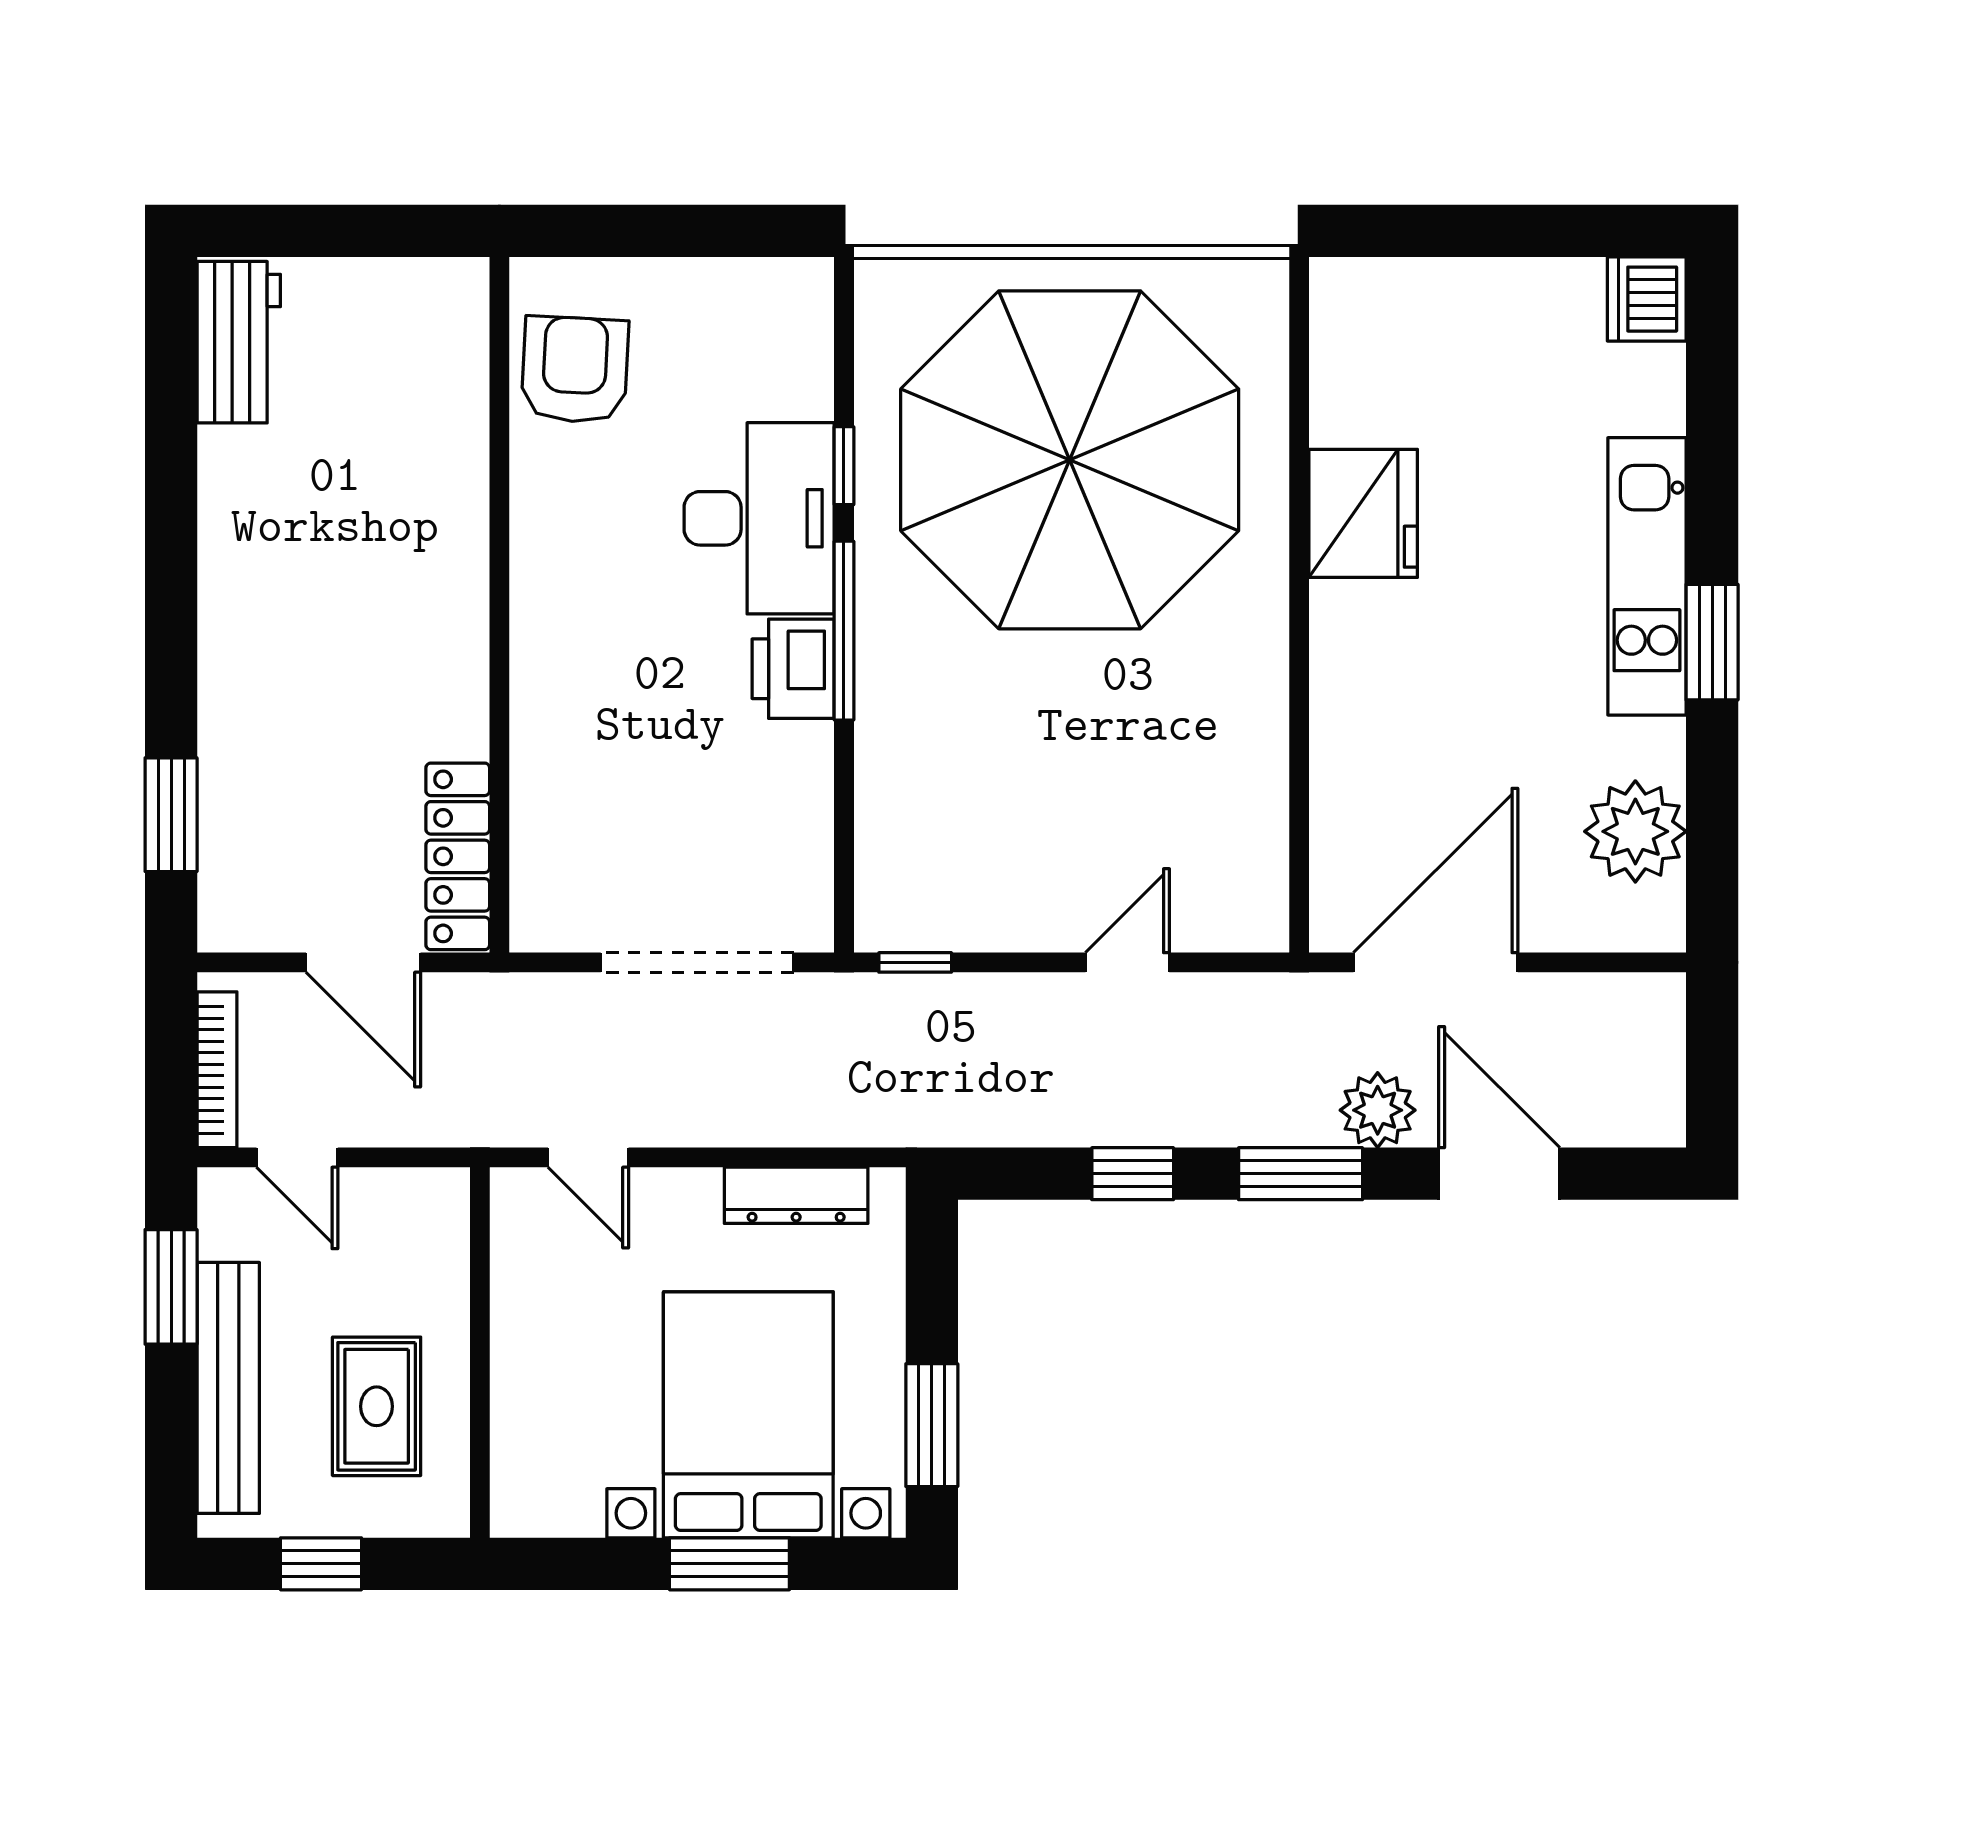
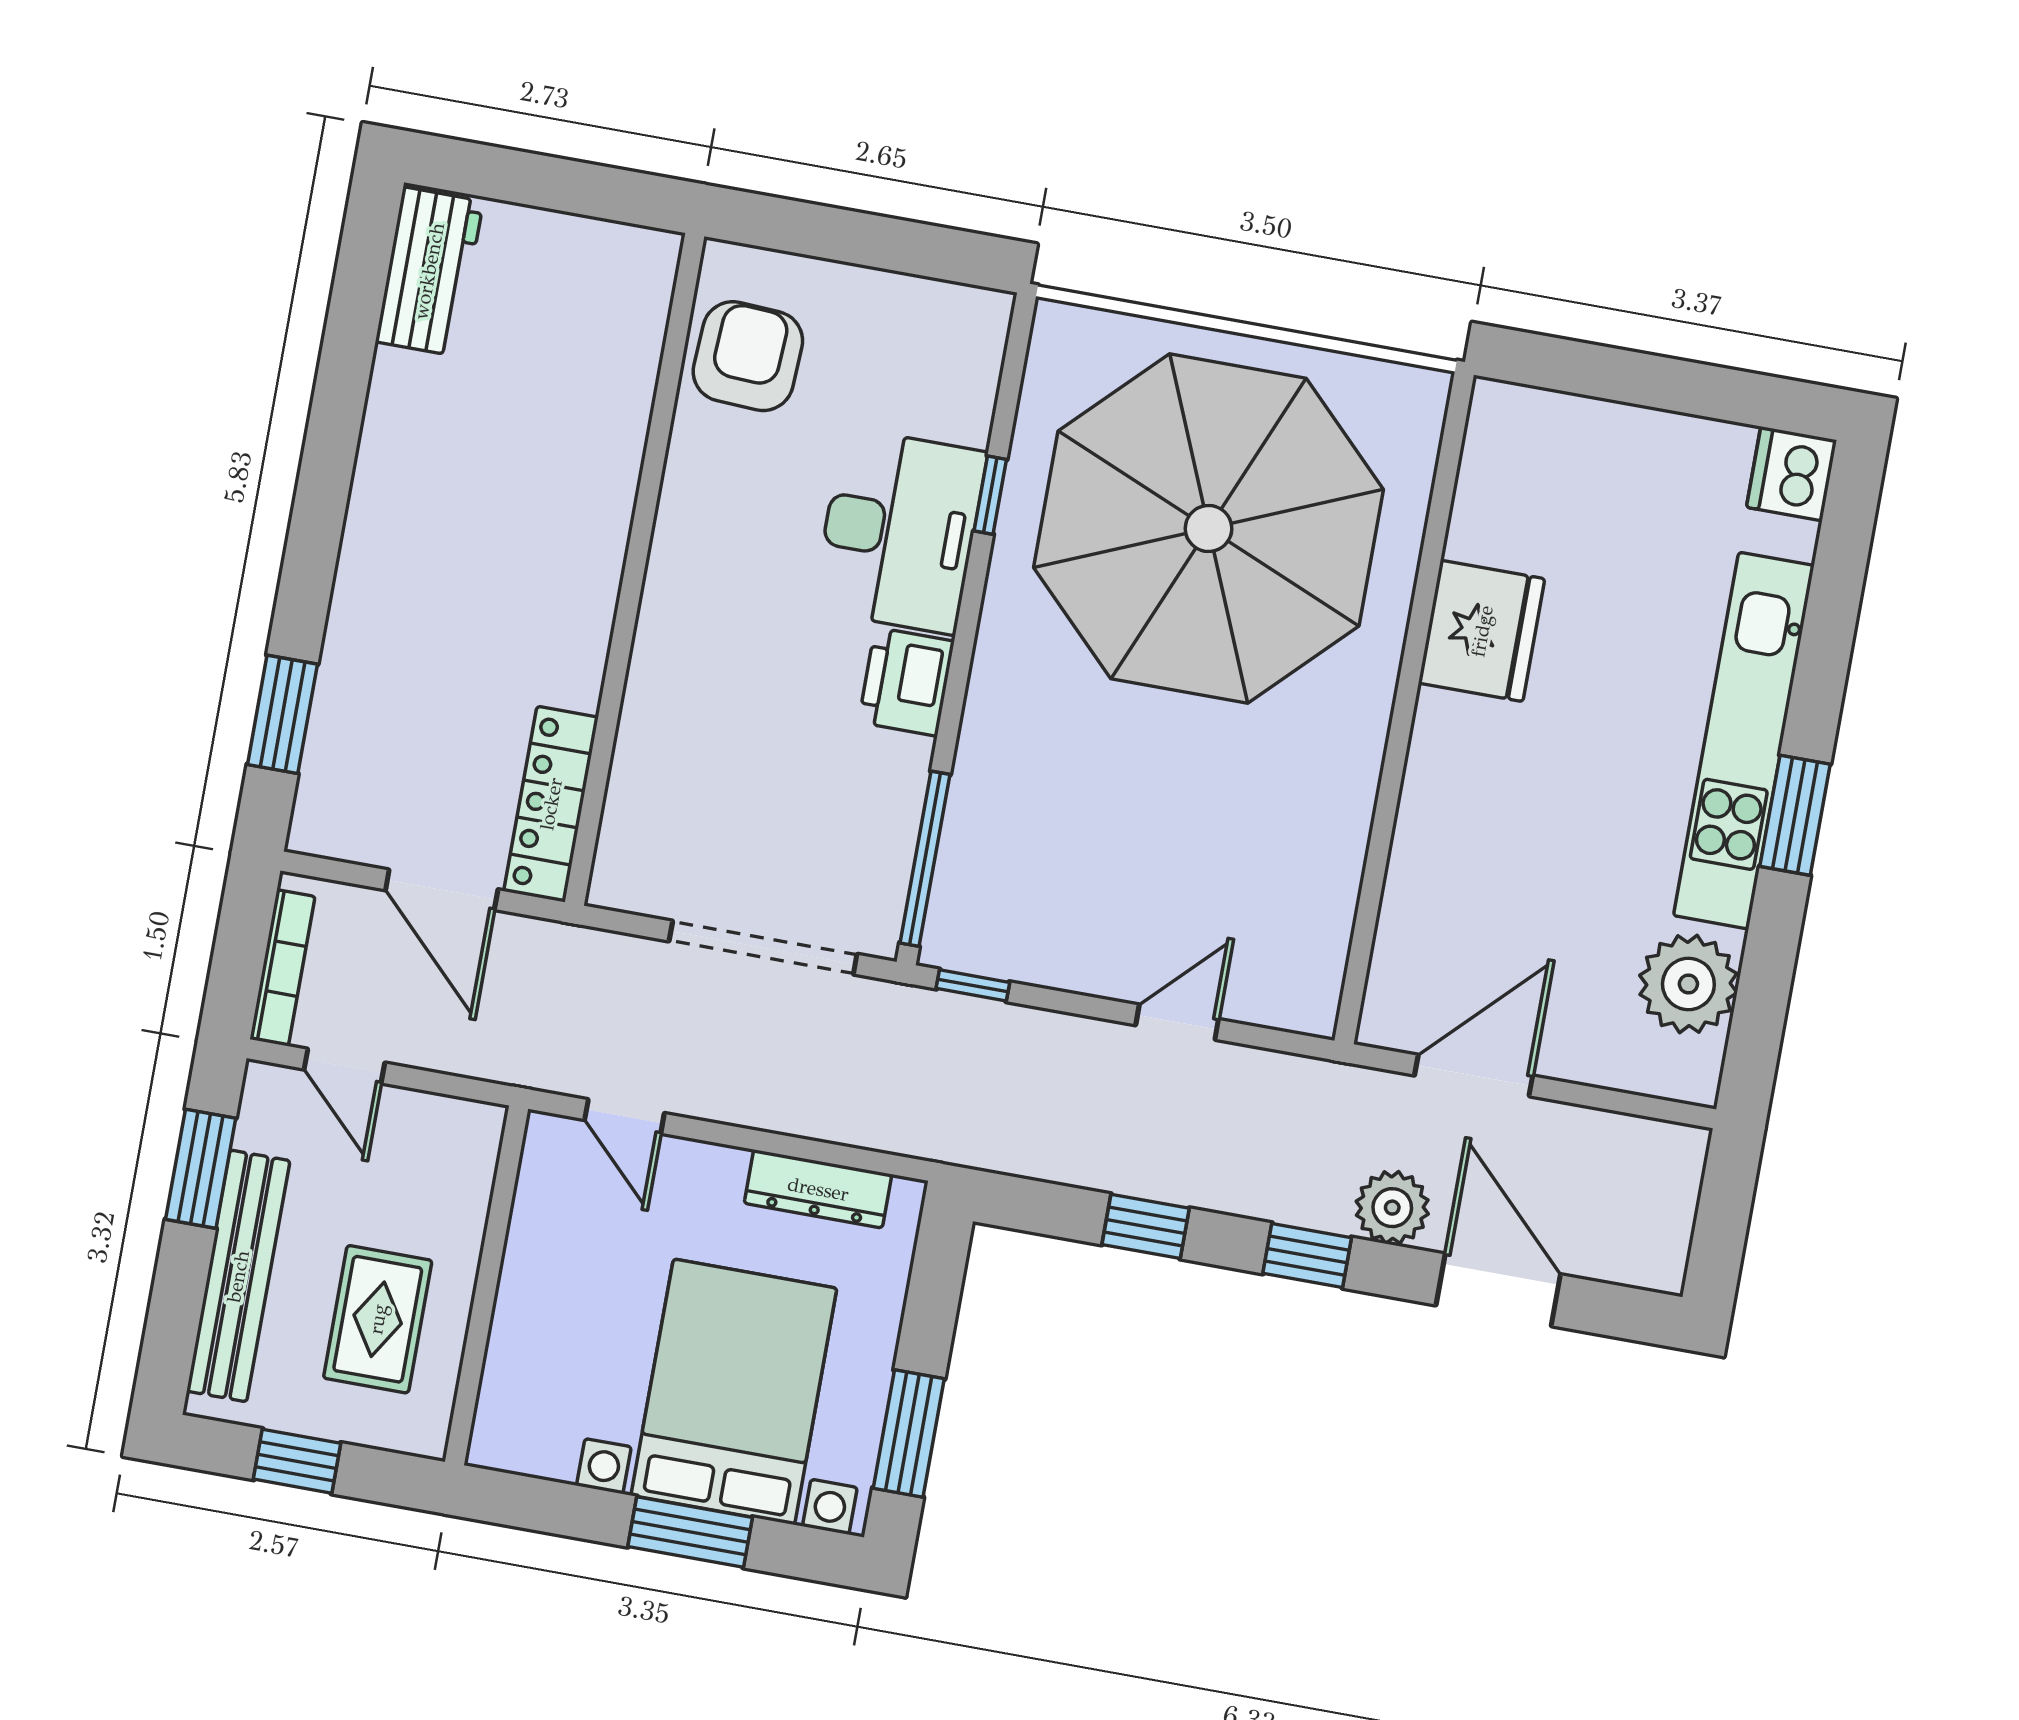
kitchen unit: (1647, 576) -> (1744, 741), width x1.36
window: (844, 631) -> (925, 859), moved
door: (1436, 962) -> (1474, 1075), width x0.73
window: (1301, 1174) -> (1307, 1255), width x0.67

